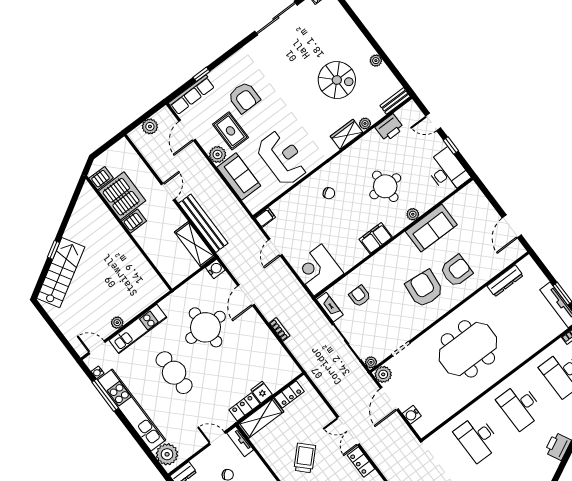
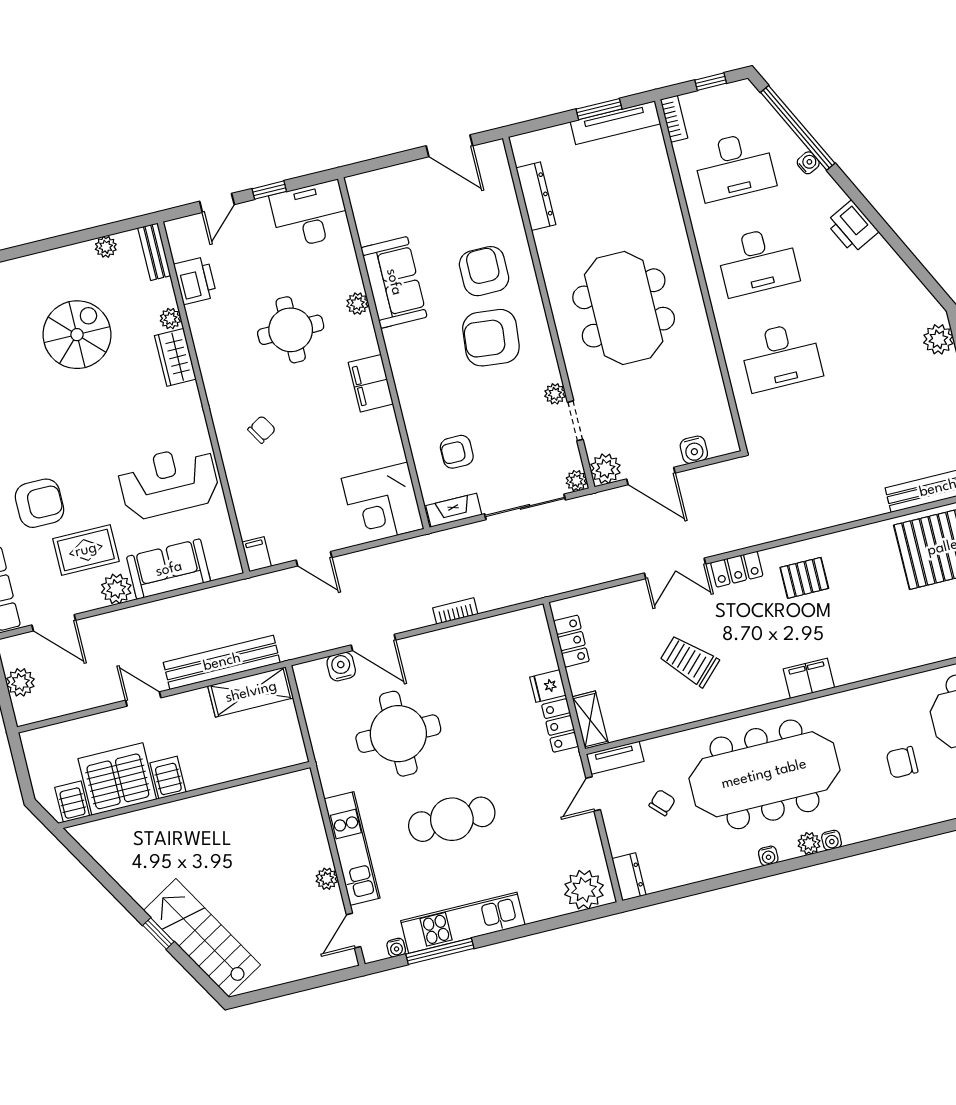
plant: (376, 61) -> (106, 247), moved
water cooler: (215, 269) -> (341, 667), moved
plant: (410, 333) -> (555, 394), added
kitchen unit: (132, 410) -> (463, 923), width x0.73
shelving: (261, 418) -> (590, 720), width x0.67, depth x0.75

